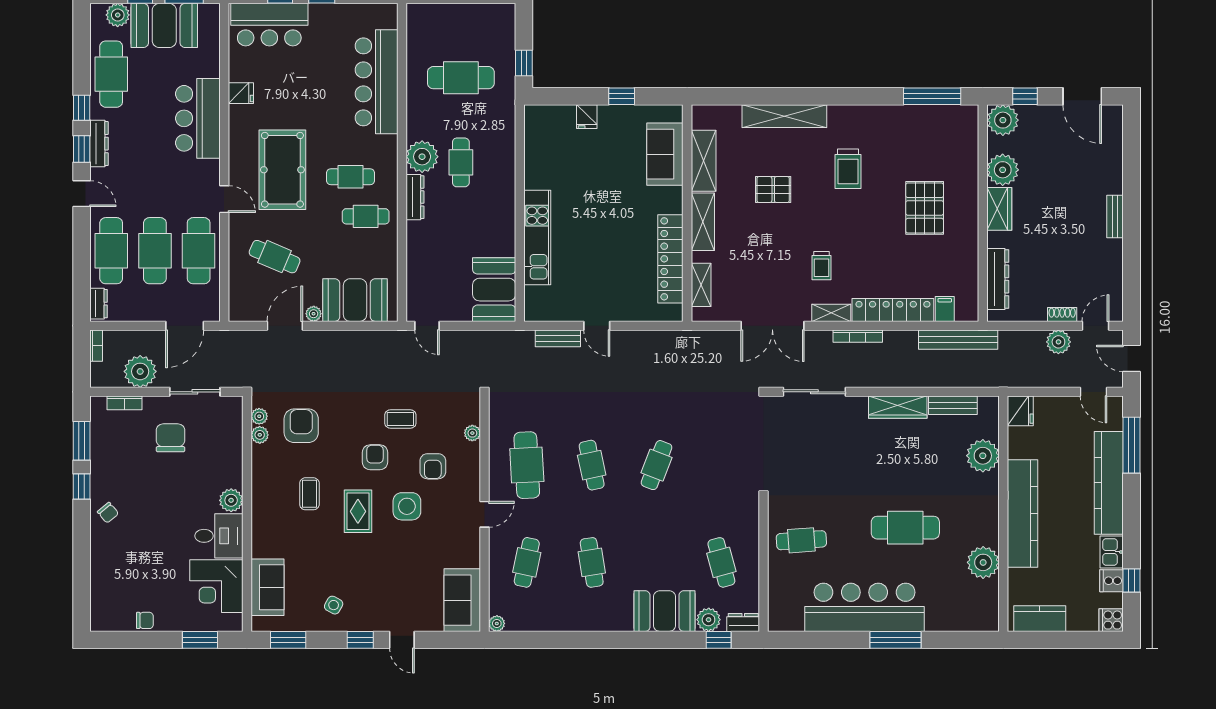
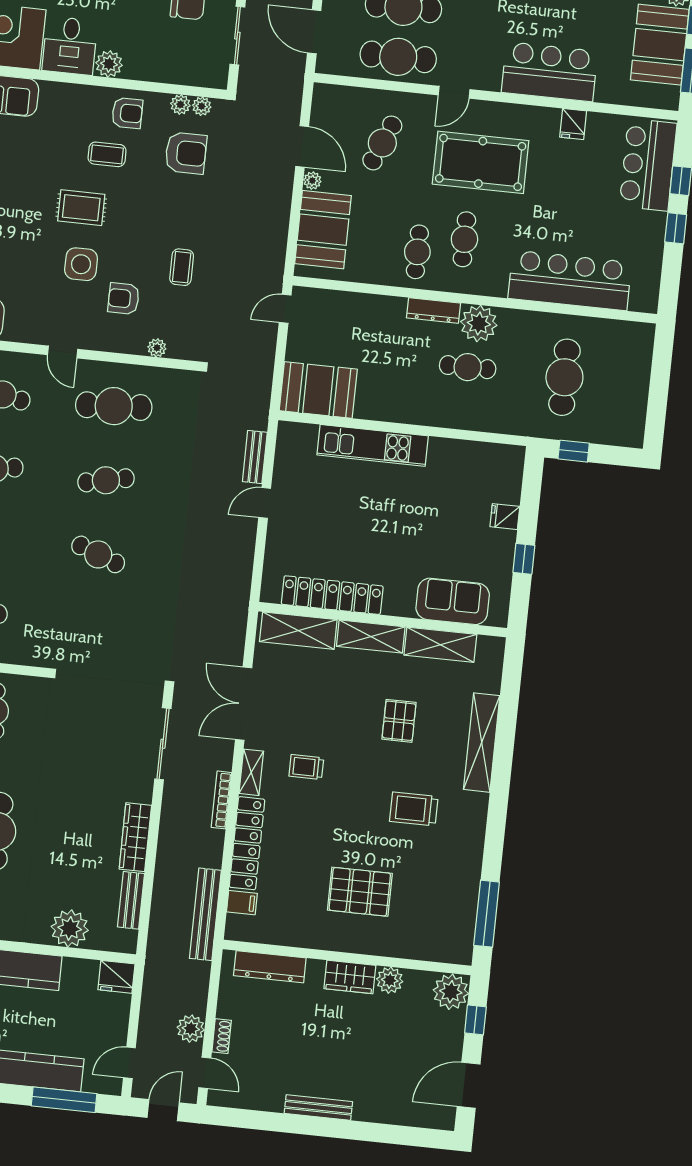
plant: (1003, 170) -> (390, 980), width x0.73, depth x0.73
bench: (1115, 216) -> (318, 1107), width x1.36
shelving: (701, 285) -> (298, 631), width x1.50, depth x1.33
armchair: (375, 457) -> (127, 113), moved

